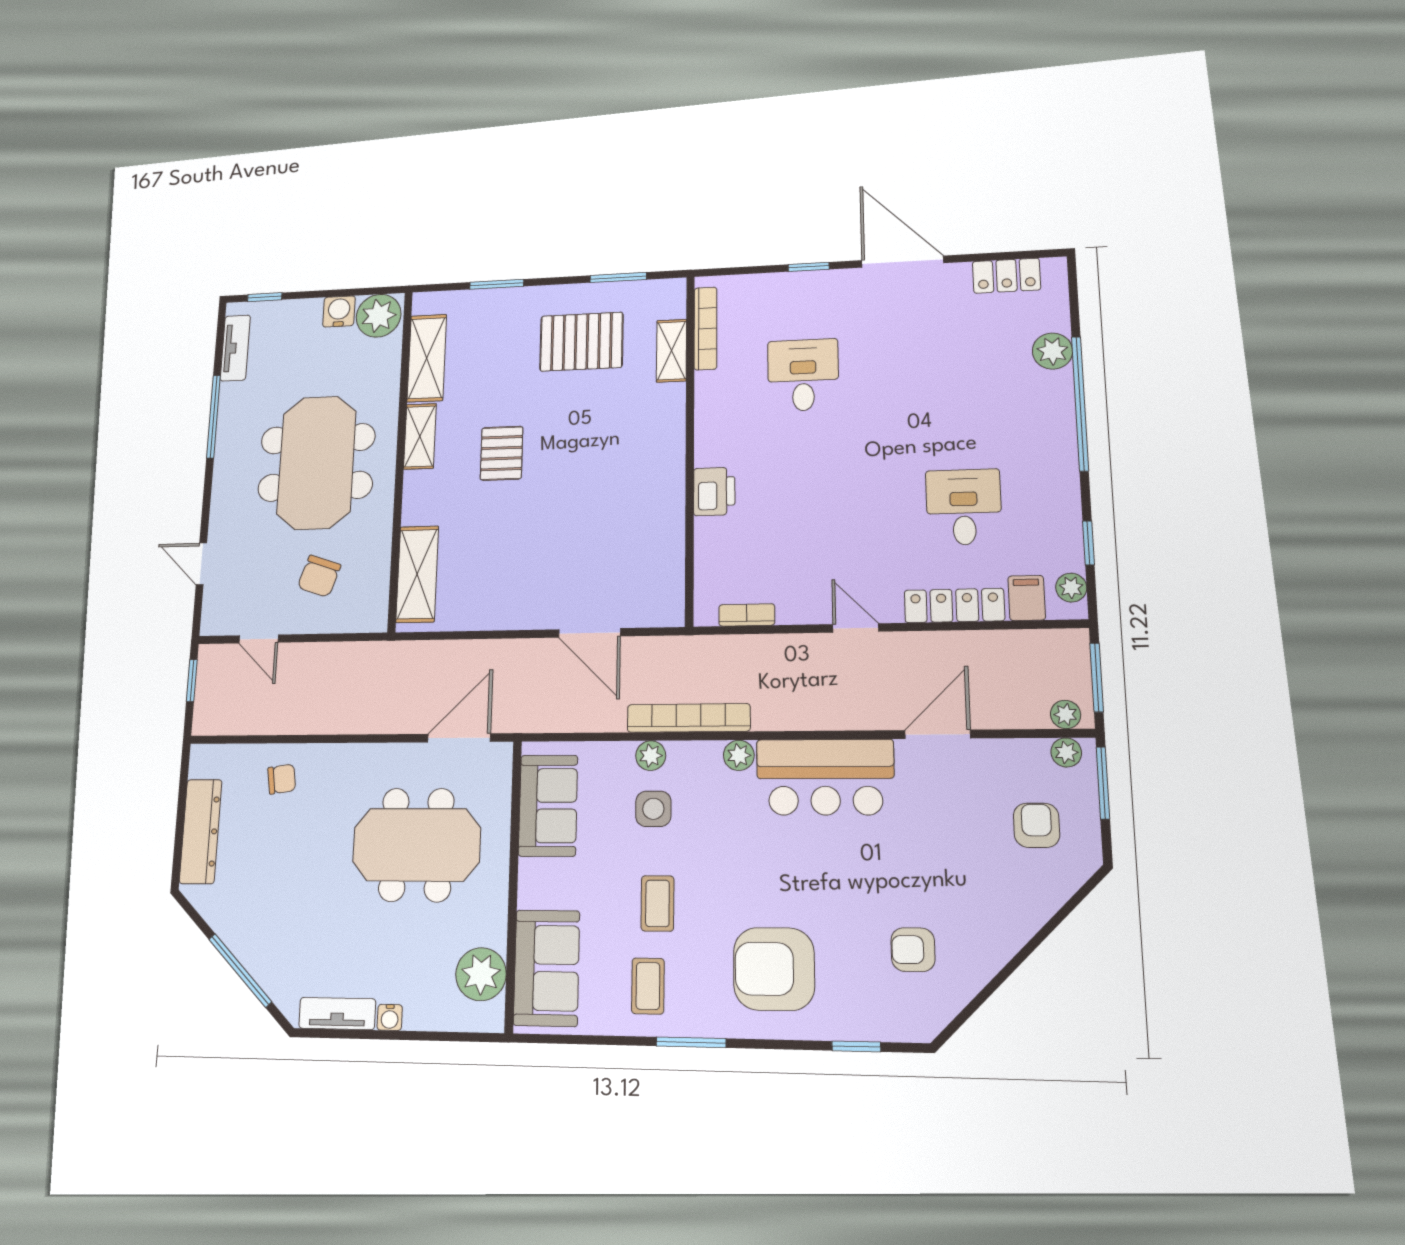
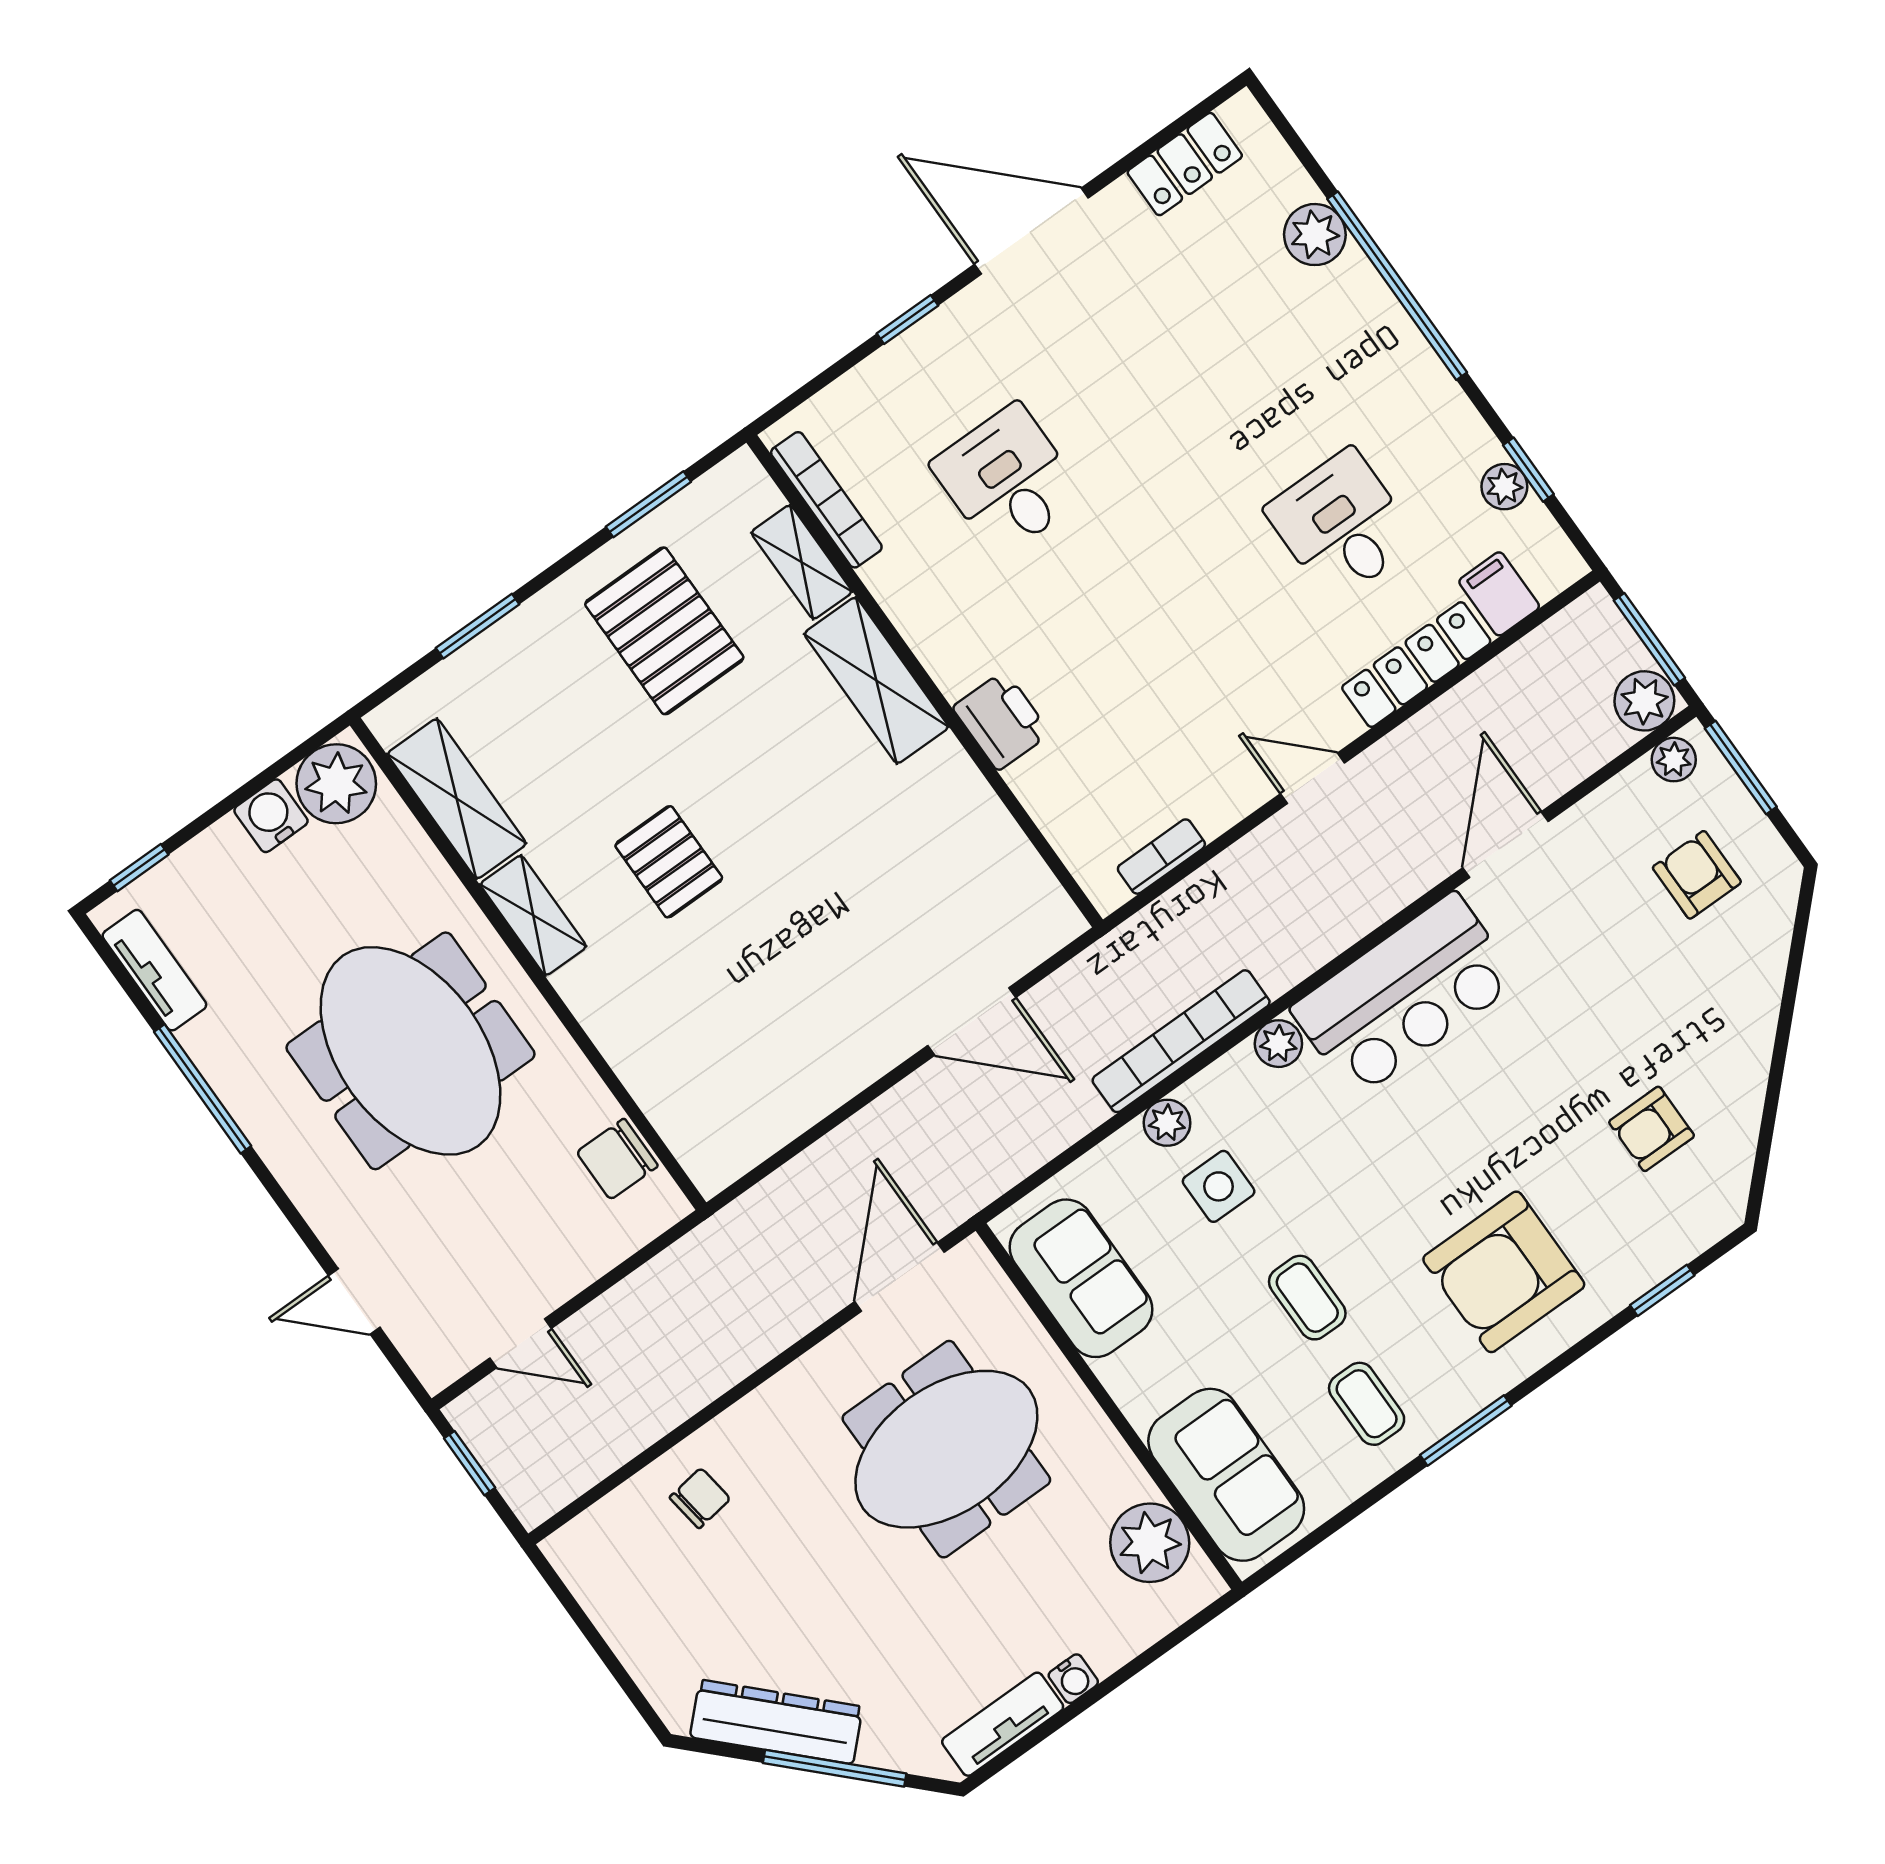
pallet: (581, 342) -> (664, 631), turned 90
shelving: (417, 574) -> (876, 680), moved
chair: (319, 576) -> (617, 1159), moved, turned 71
plant: (1071, 588) -> (1504, 487), moved
plant: (1066, 714) -> (1644, 701), width x1.38, depth x1.38
dresser: (201, 831) -> (776, 1722), moved, turned -45

